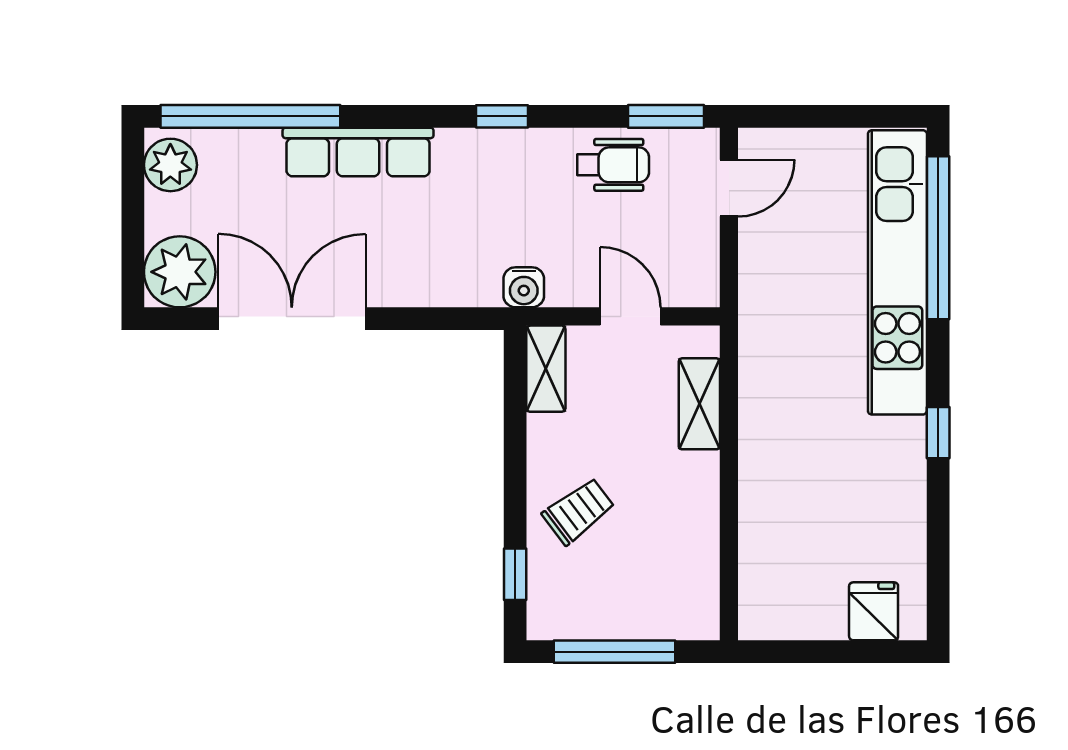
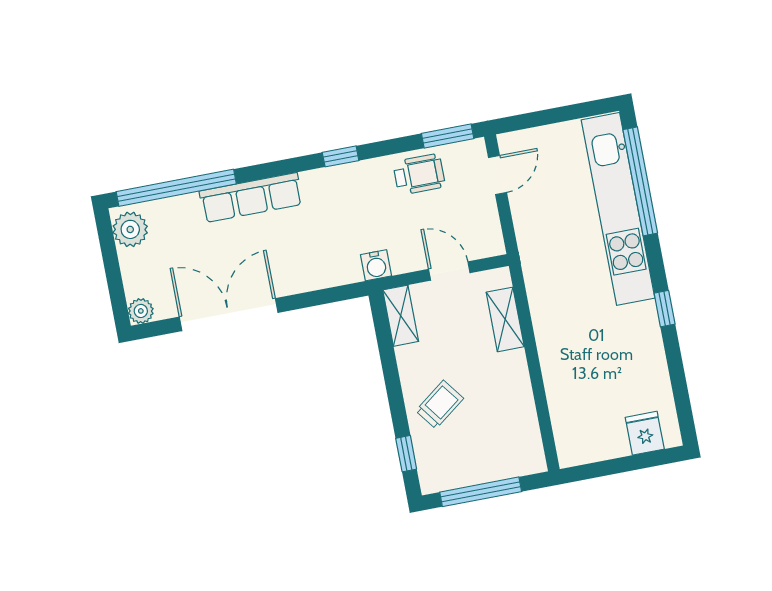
plant: (180, 272) -> (141, 311), width x0.53, depth x0.53

